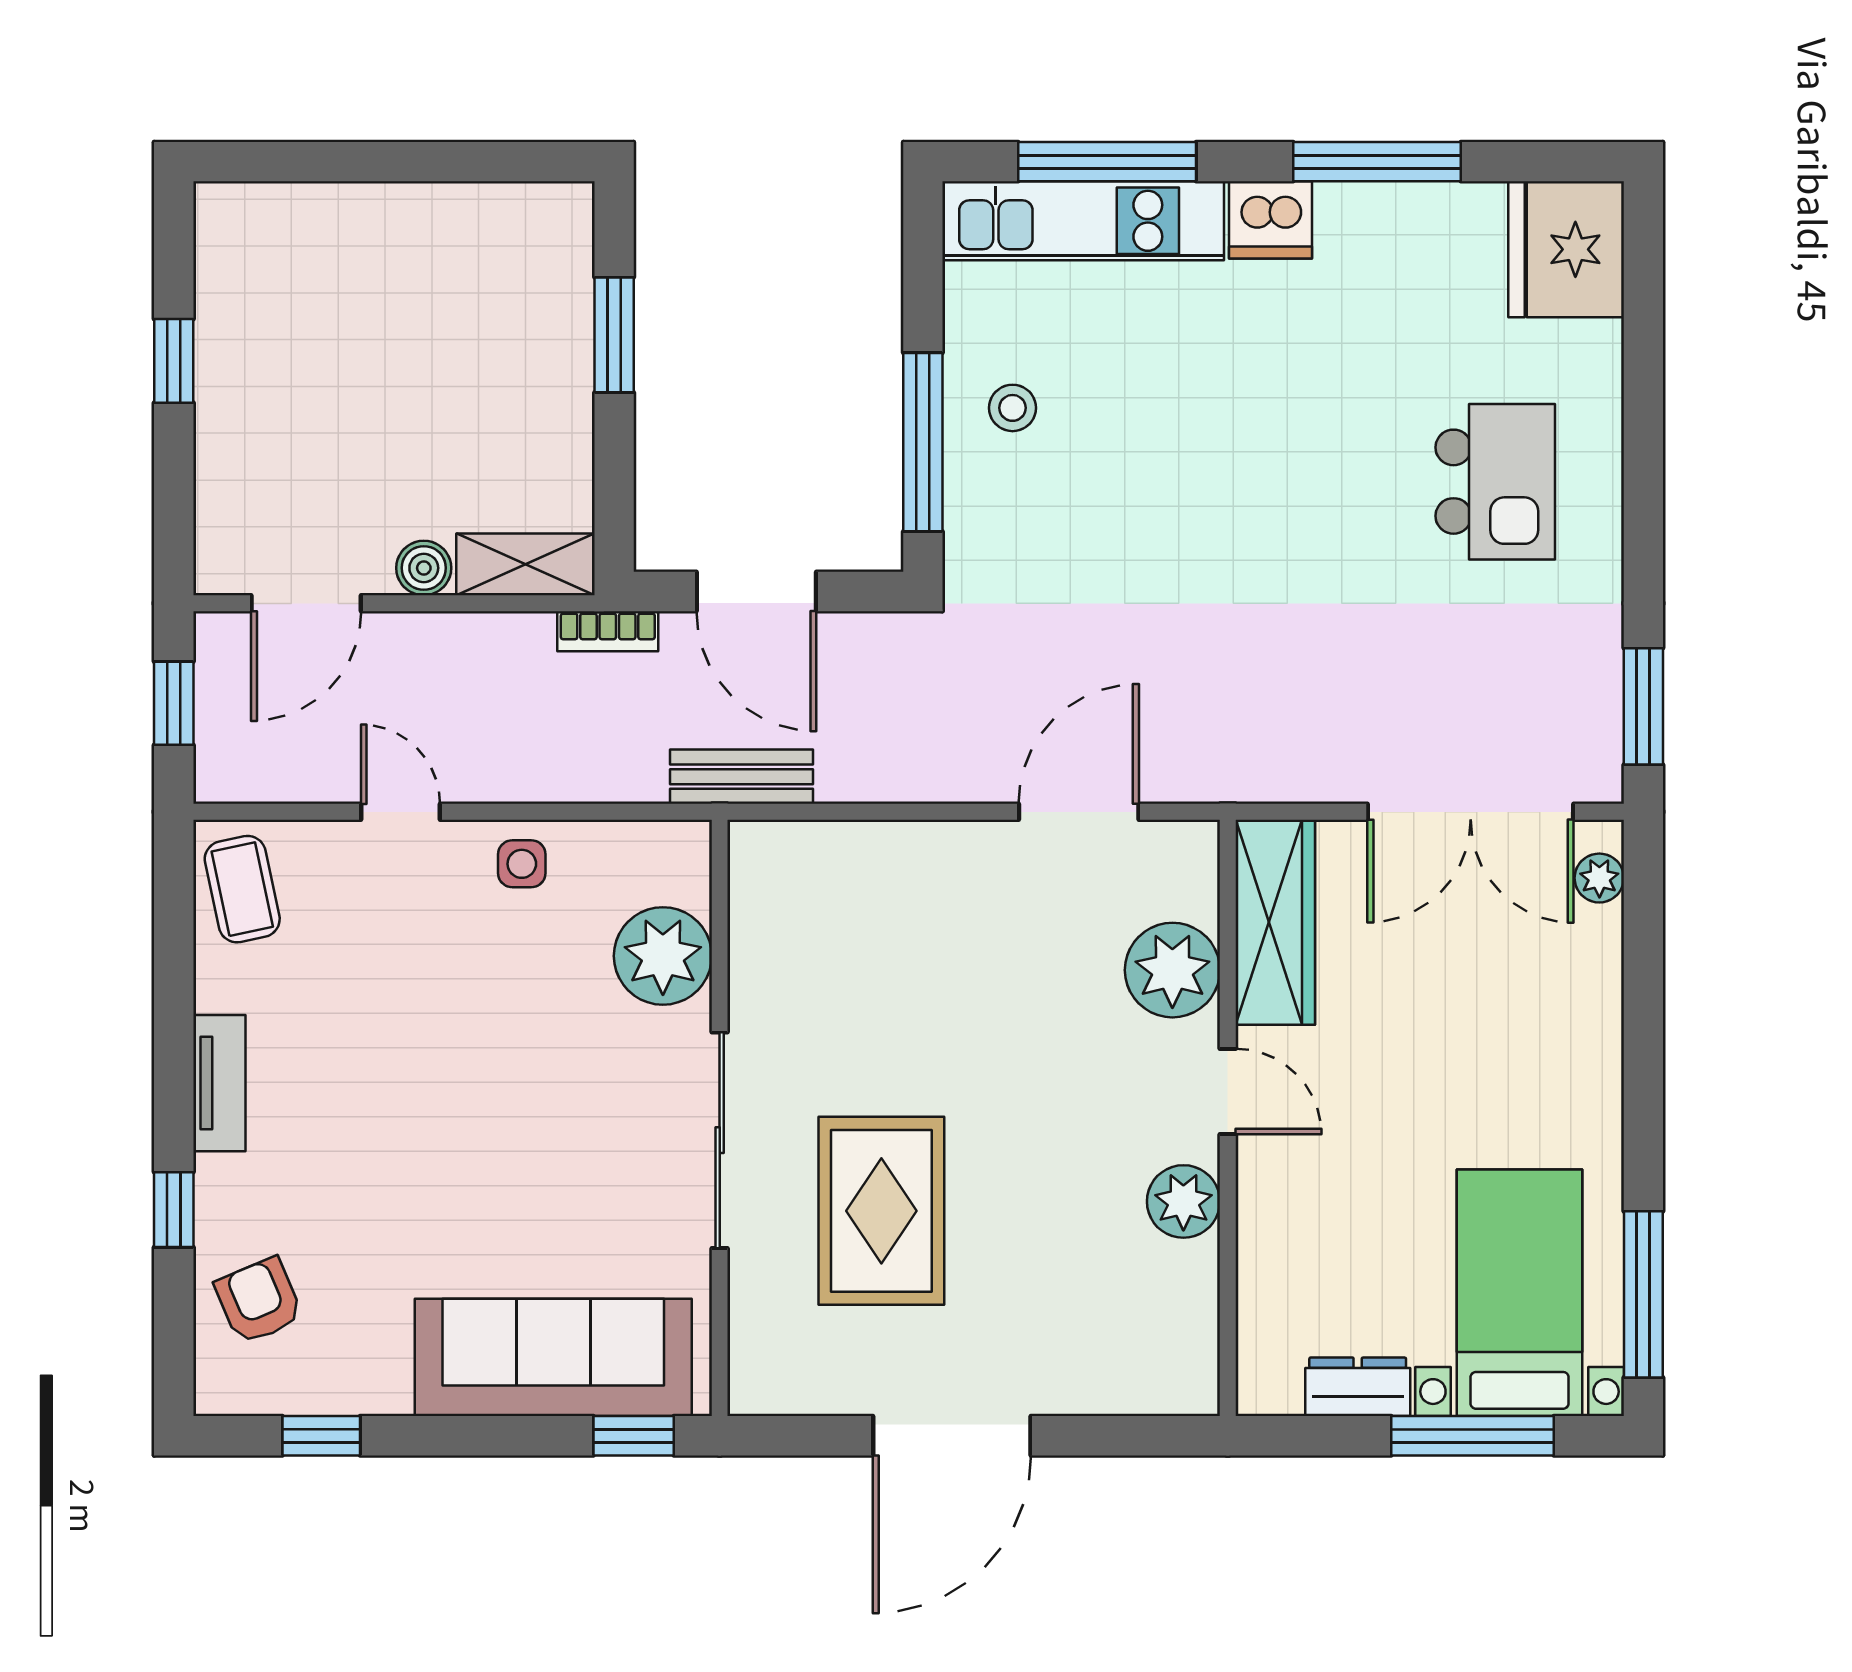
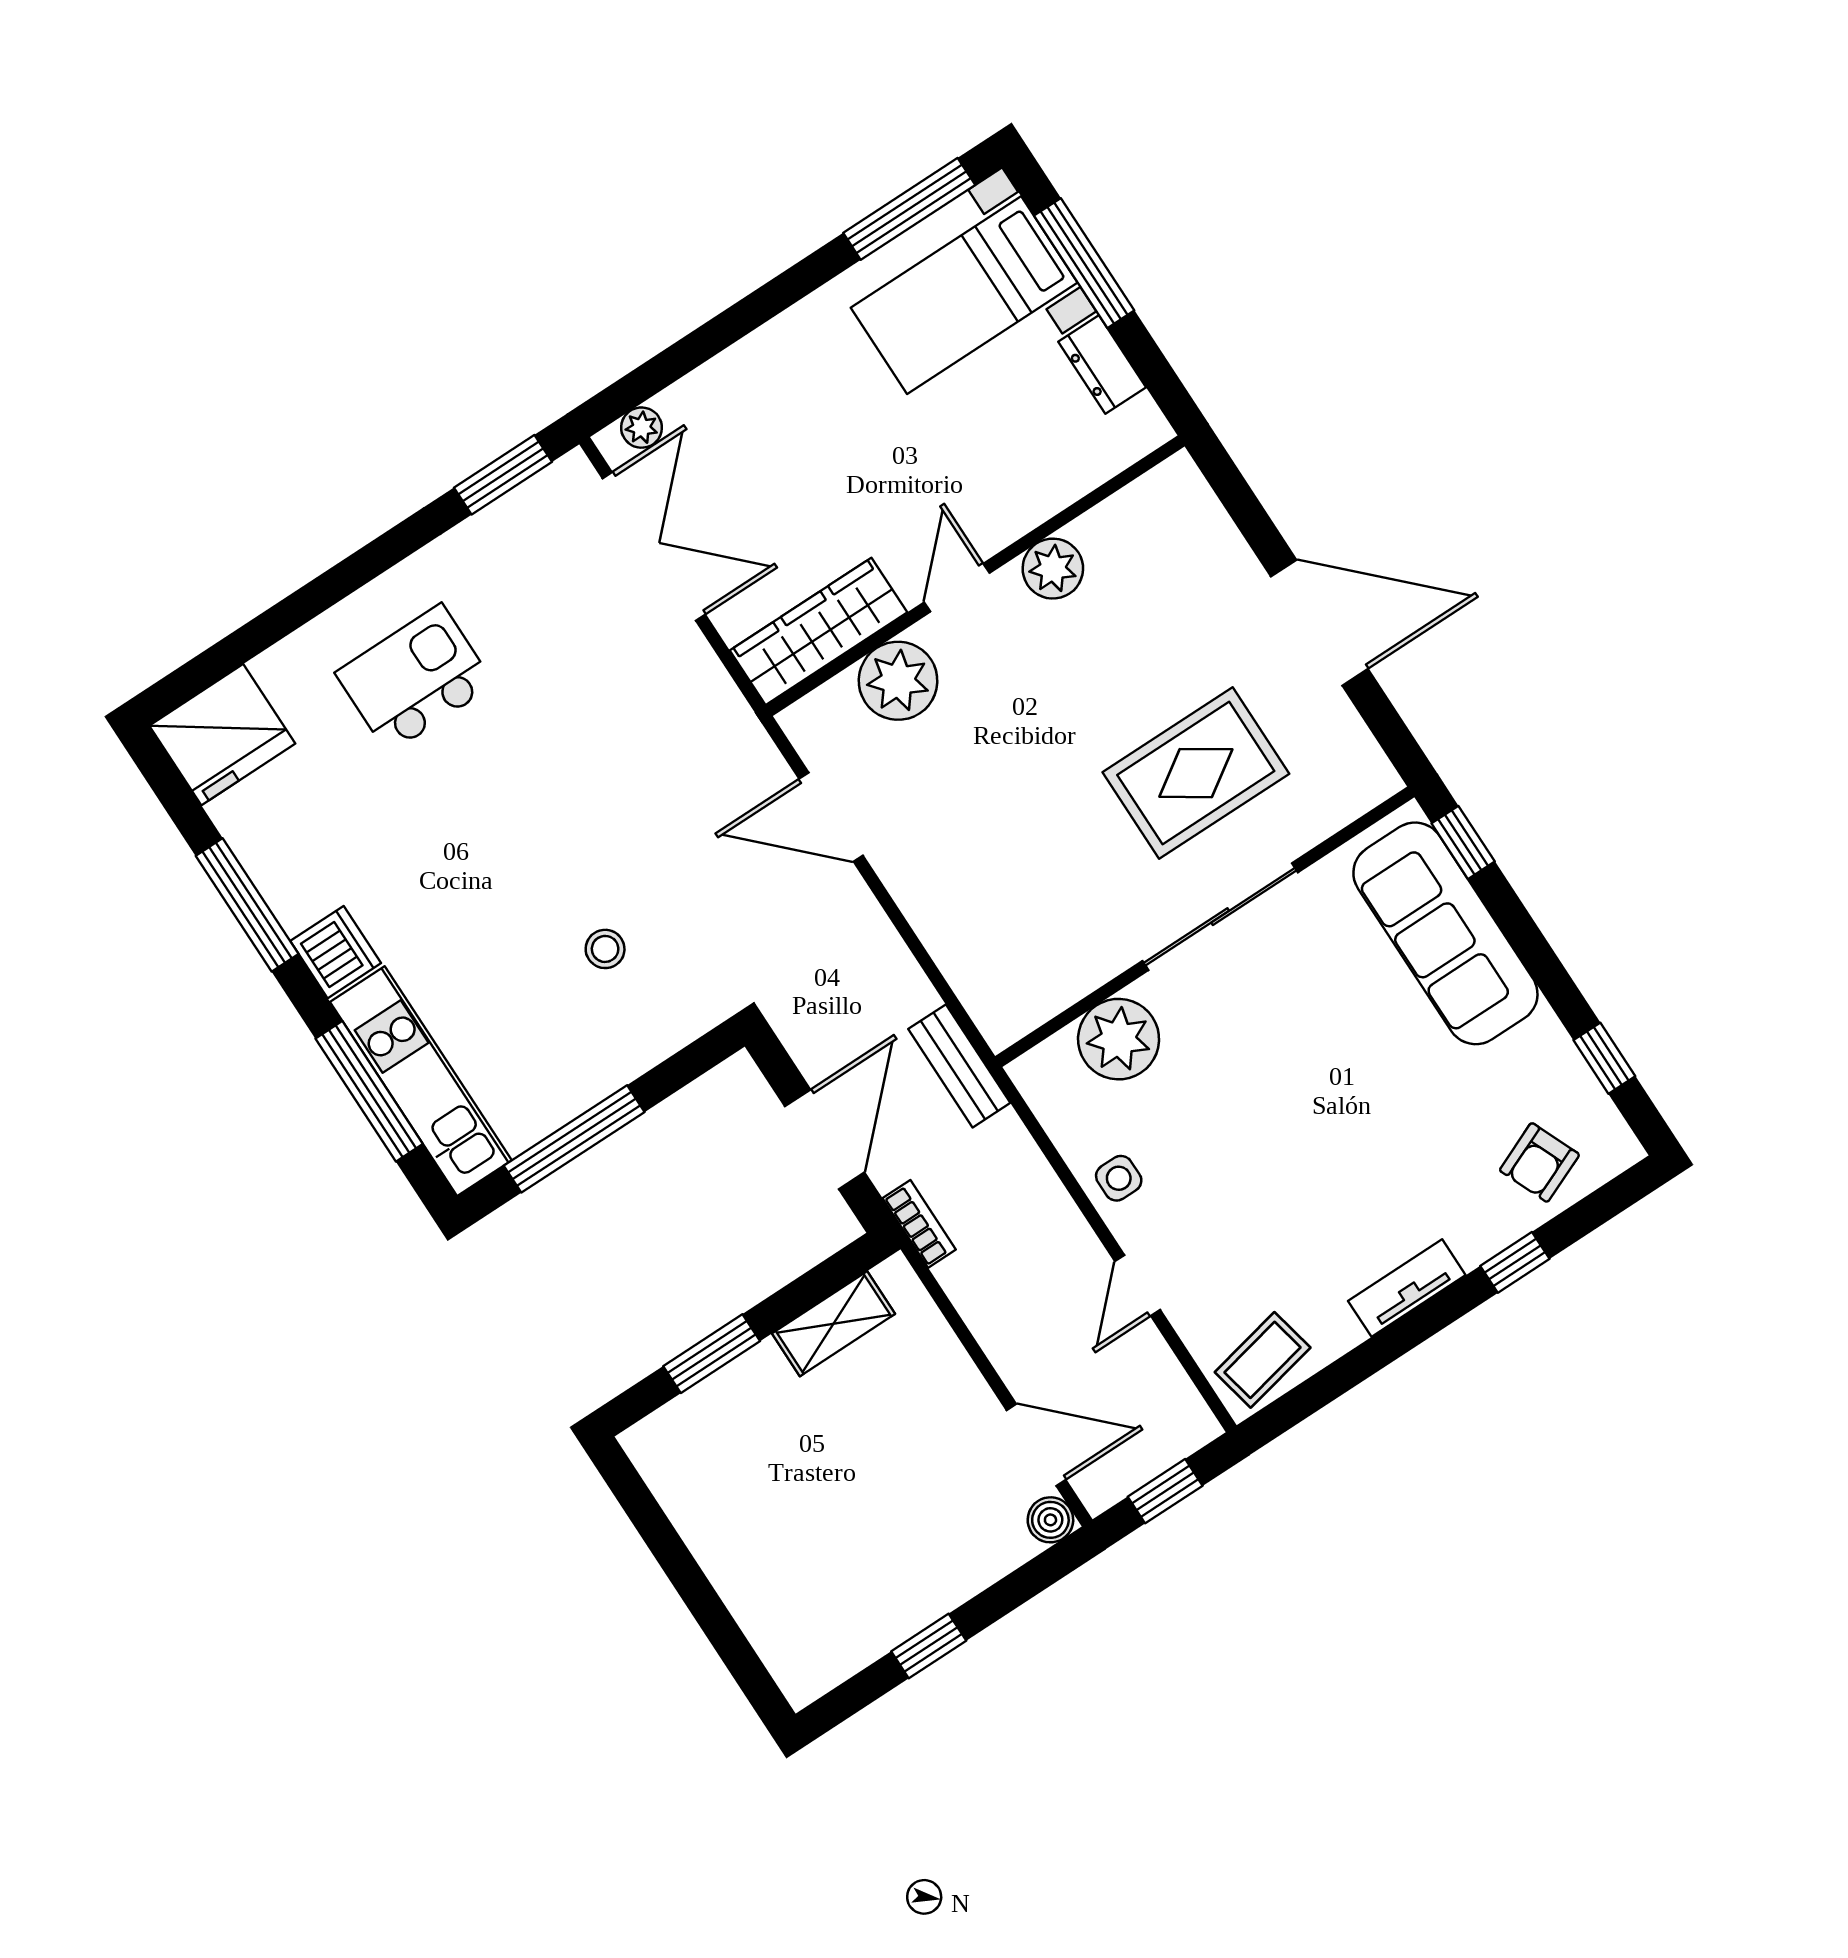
stool: (1013, 408) -> (605, 949), moved
window: (923, 442) -> (574, 1139), moved
shelving: (525, 564) -> (833, 1324), moved, turned 90
boiler: (424, 568) -> (1050, 1520), moved

